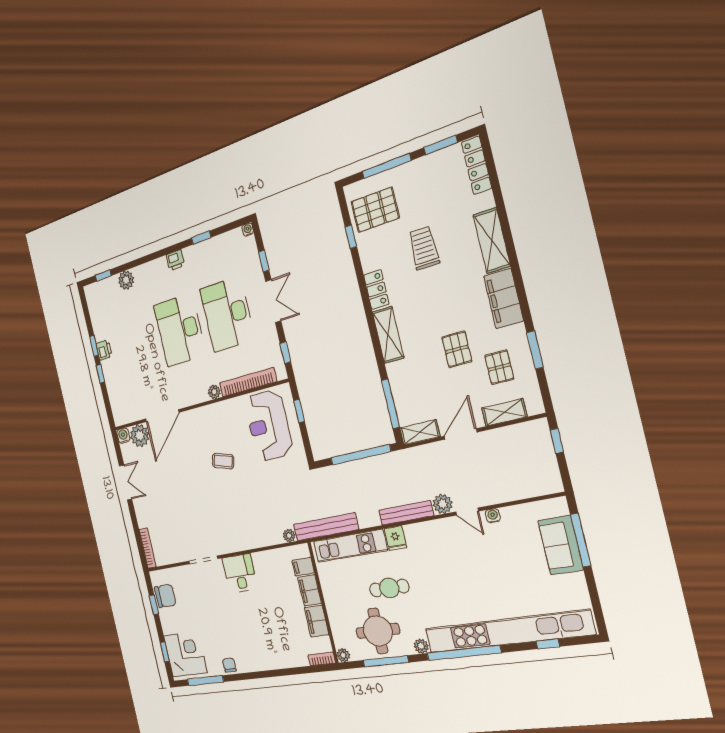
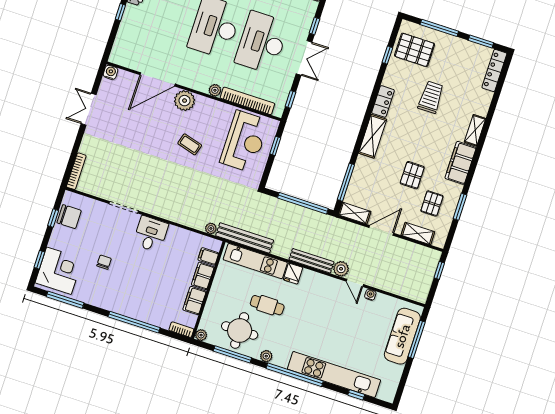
shelving: (492, 240) -> (475, 130), width x0.67, depth x0.75
reception desk: (269, 425) -> (244, 141), turned 180
plant: (140, 436) -> (185, 101), moved
double door: (126, 482) -> (89, 109), swing flipped
sofa: (561, 545) -> (402, 336), width x1.36
kitchen unit: (507, 632) -> (334, 374), width x0.73
chair: (229, 665) -> (104, 262), moved
window: (275, 673) -> (134, 322), added

